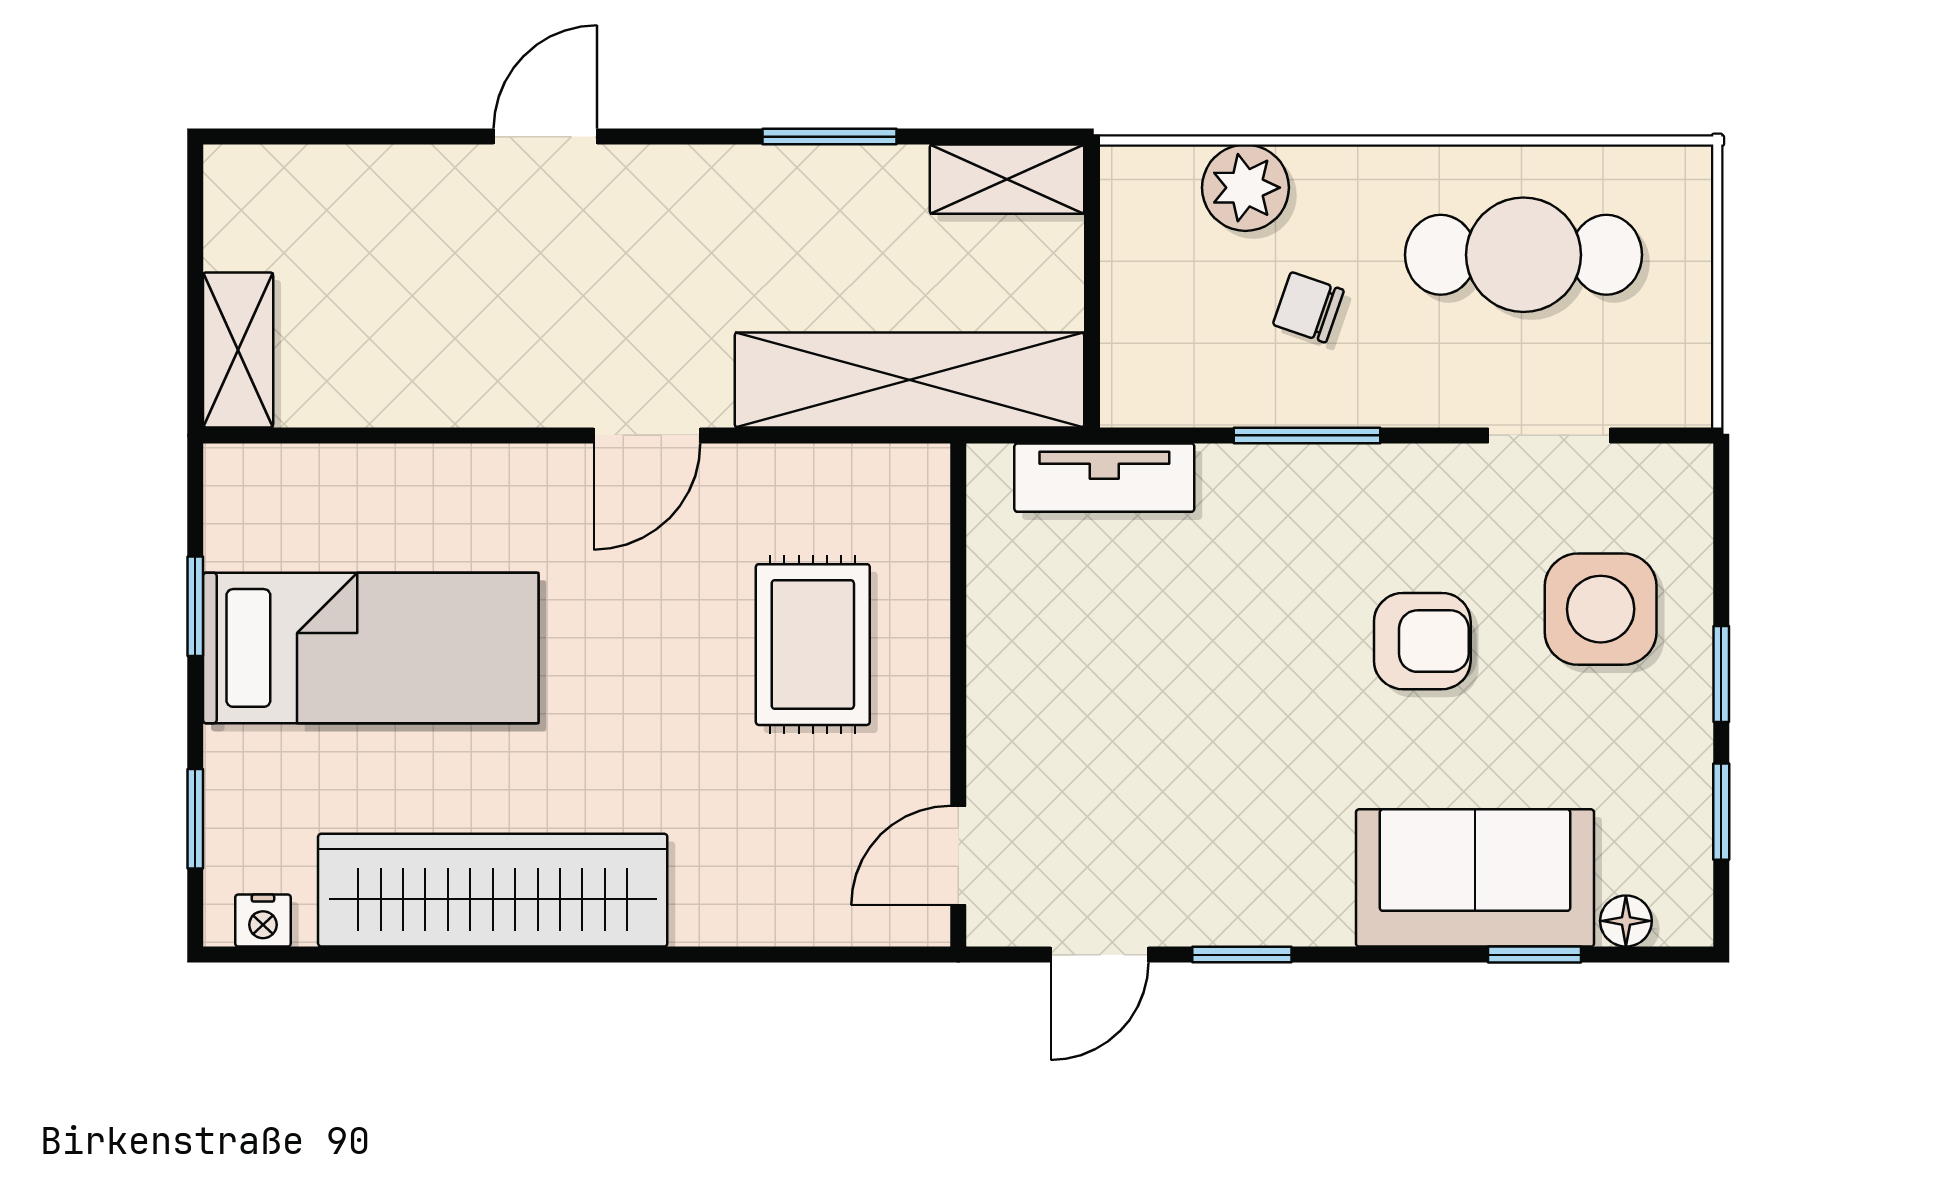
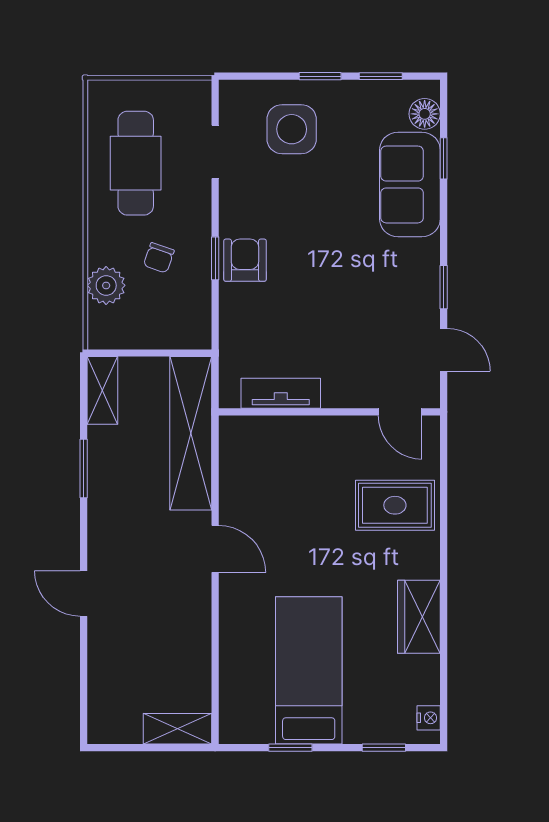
window: (1307, 435) -> (215, 258), width x0.67
tv unit: (1104, 478) -> (281, 393), moved, turned -90
armchair: (1422, 641) -> (245, 260), moved
rug: (813, 645) -> (395, 505), moved
wardrobe: (493, 890) -> (419, 617), width x0.48, depth x0.85
floor lamp: (1626, 921) -> (425, 114), width x1.37, depth x1.37

